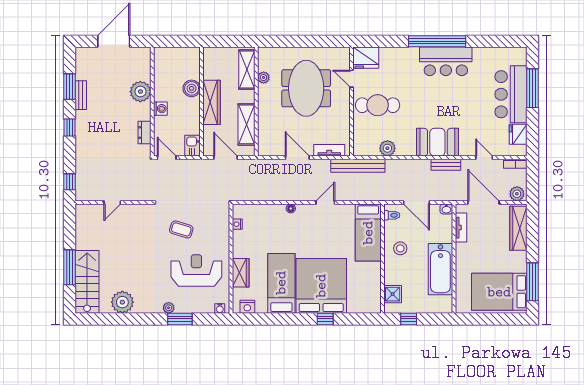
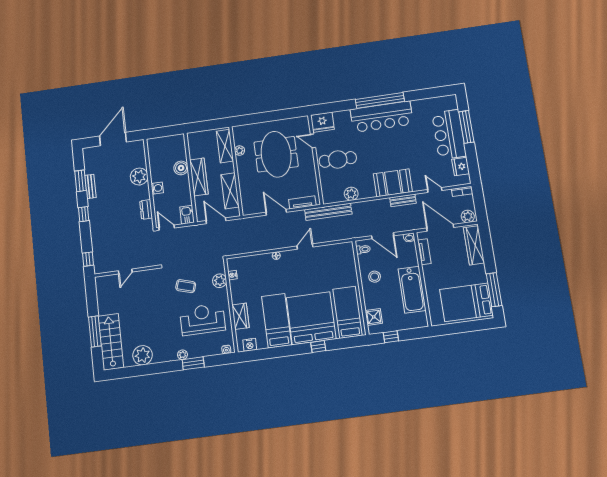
bar counter: (446, 61) -> (382, 117), width x1.36
plant: (221, 229) -> (220, 281), added
bed: (368, 233) -> (347, 312), moved, turned 180

